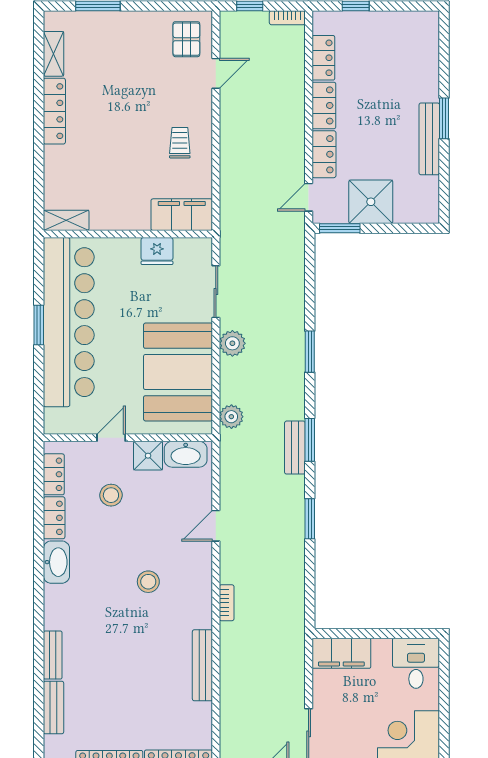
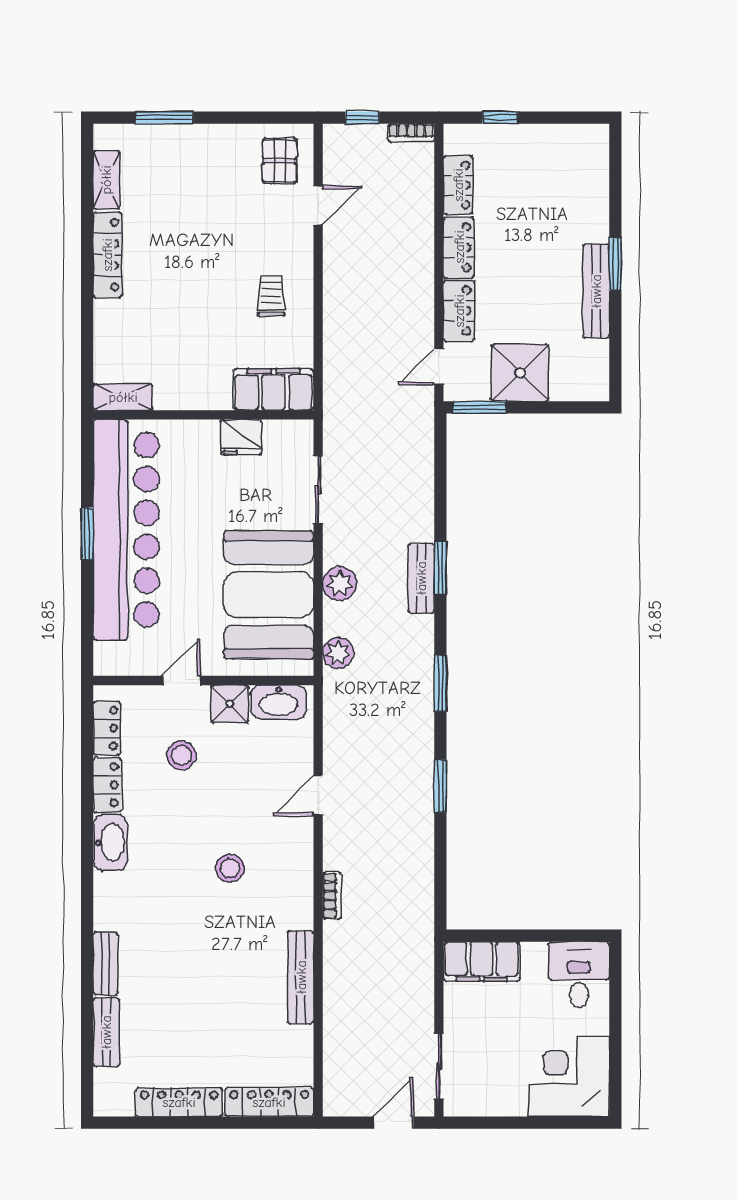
plant: (232, 343) -> (340, 584), moved
bench: (295, 448) -> (421, 578), moved

